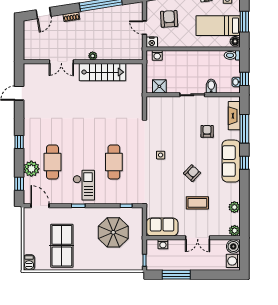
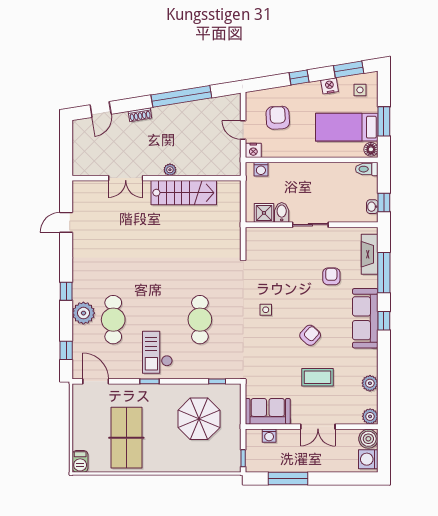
bidet: (211, 86) -> (282, 212), moved
plant: (31, 169) -> (83, 313), moved
checkout: (84, 185) -> (157, 352), turned 180

